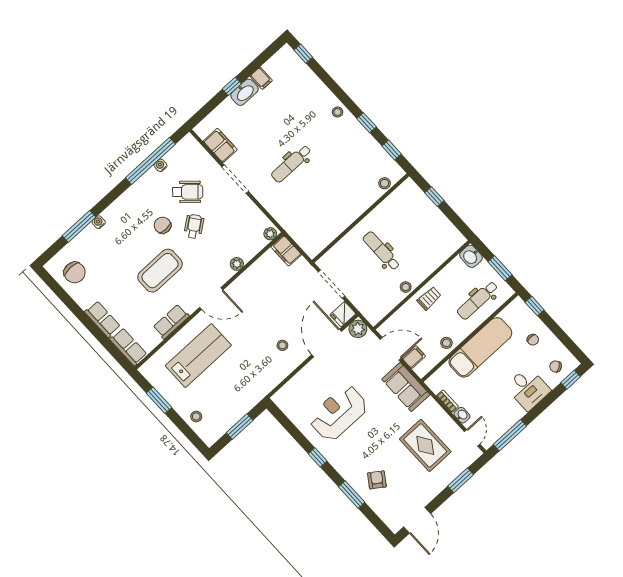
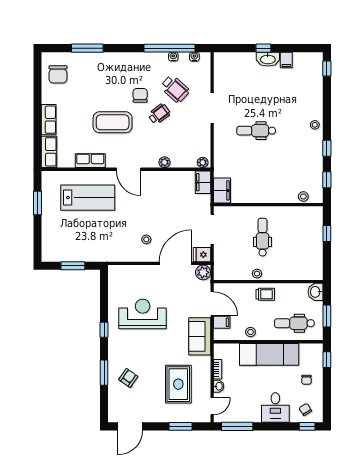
filing cabinet: (220, 145) -> (222, 190), moved
water cooler: (99, 222) -> (194, 57), moved
stool: (196, 417) -> (51, 235), removed

